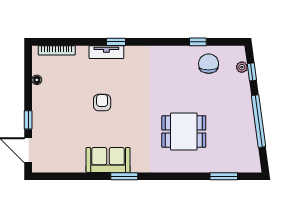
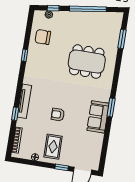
window: (116, 42) -> (15, 114), moved
window: (198, 42) -> (24, 55), moved
tv unit: (106, 52) -> (24, 101), width x1.41
rug: (56, 103) -> (53, 147), added
dining table: (184, 131) -> (87, 62), width x1.38

